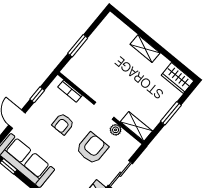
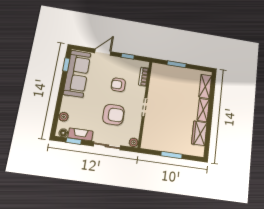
wardrobe: (178, 78) -> (199, 133), moved
shelving: (136, 126) -> (205, 86), moved
plant: (116, 130) -> (134, 142), moved

